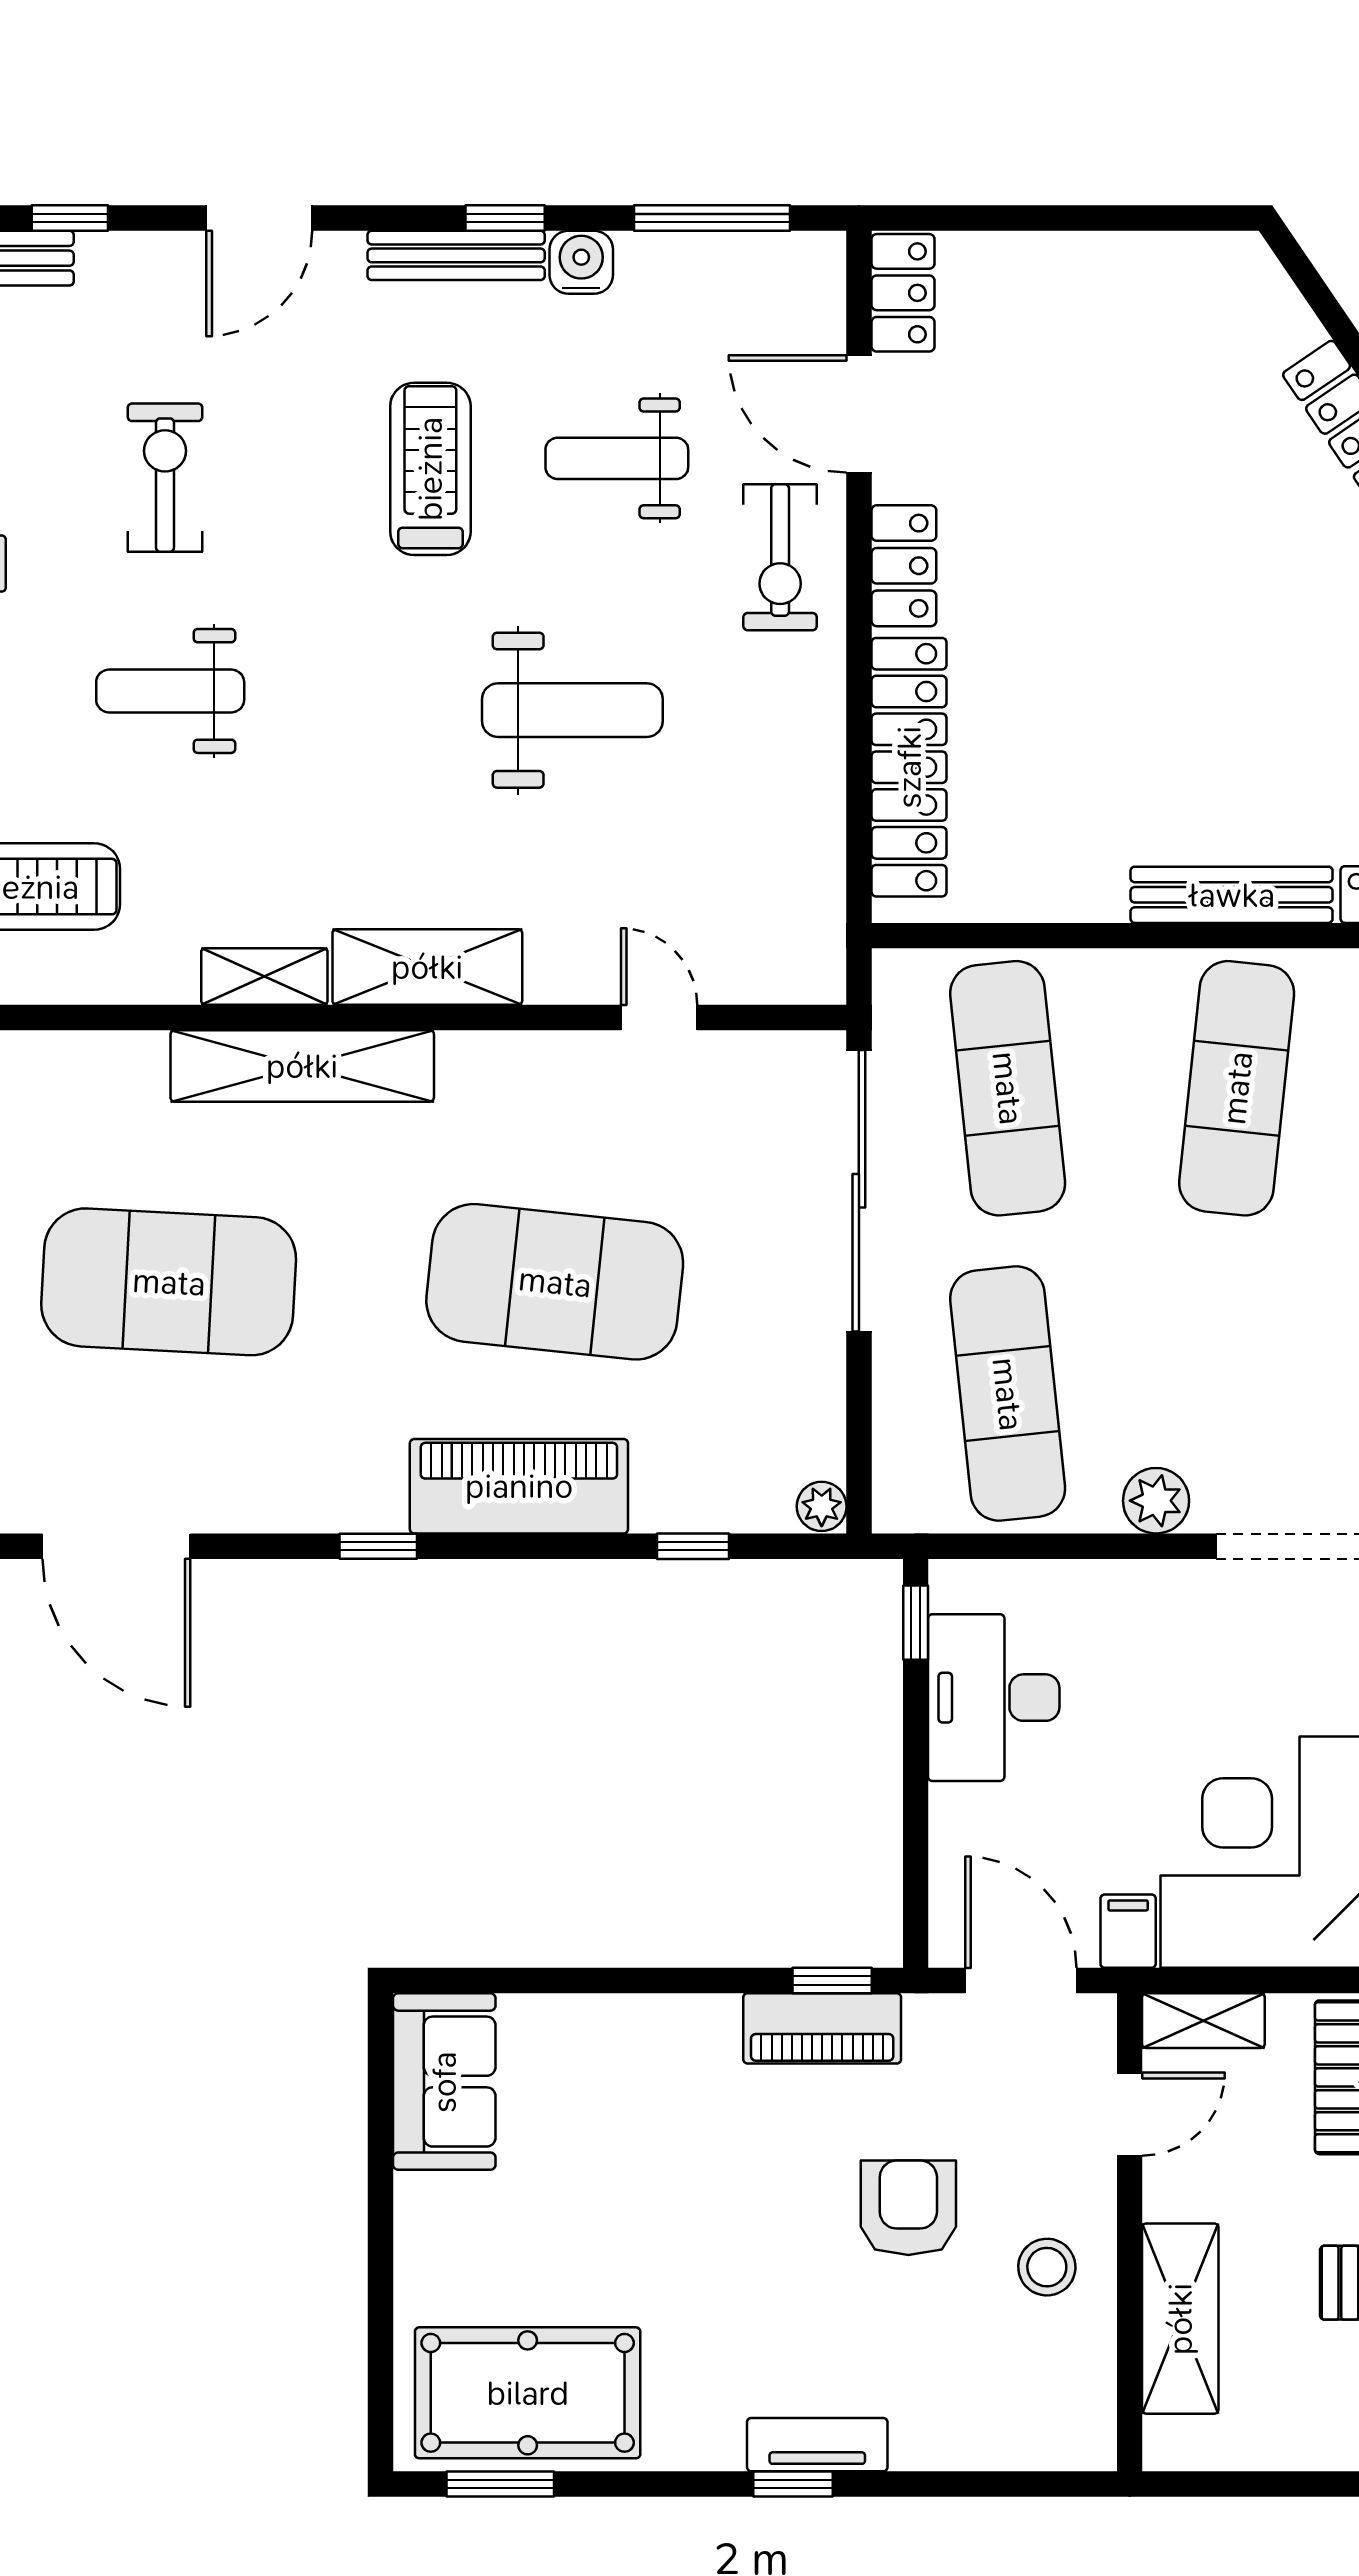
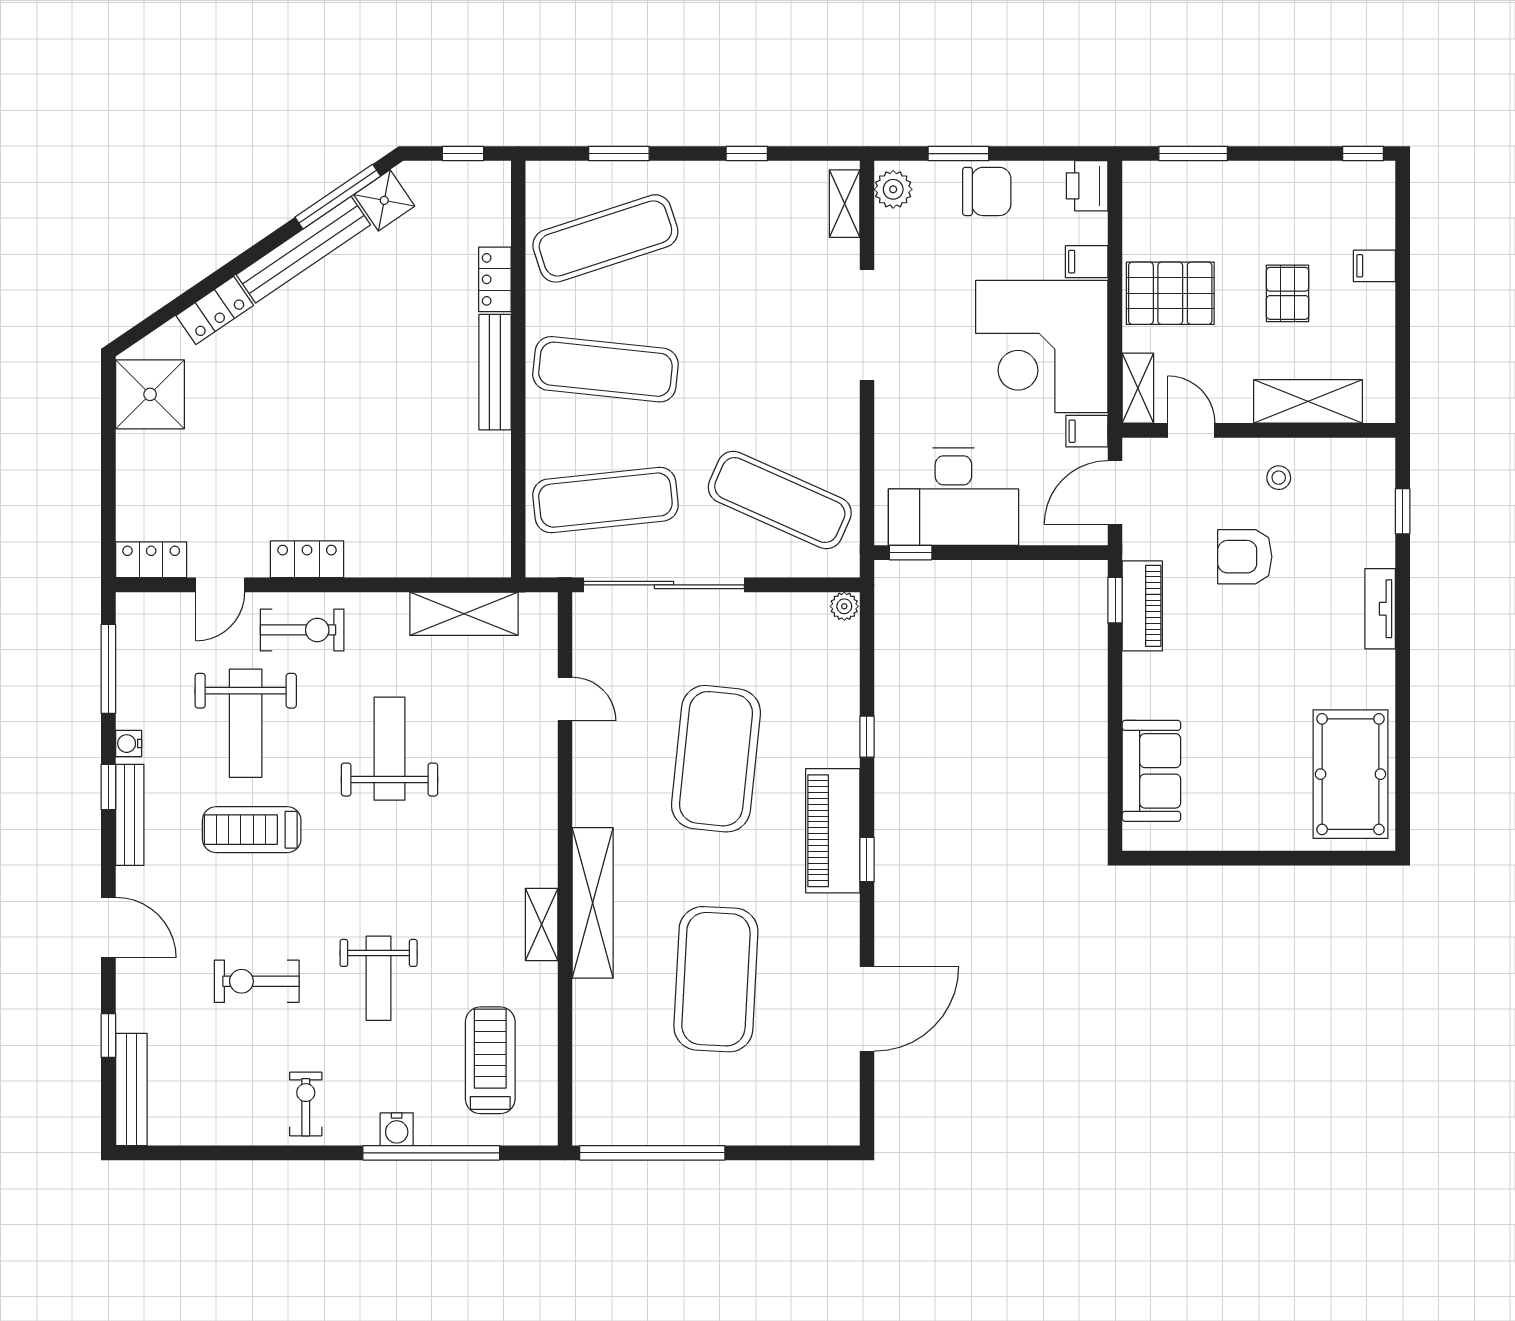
water cooler: (581, 262) -> (129, 744), width x0.72, depth x0.72
shower: (1193, 291) -> (150, 394), added
door: (859, 414) -> (220, 585), width x0.73
weight bench: (617, 458) -> (246, 723), width x1.36, depth x1.33
locker: (909, 767) -> (422, 556), removed
shelving: (427, 967) -> (464, 614), moved, turned 90
door: (659, 1017) -> (565, 699), swing flipped
exercise mat: (1008, 1394) -> (780, 500), turned 30
piano: (519, 1486) -> (833, 831), moved
plant: (1156, 1501) -> (841, 415), removed
window: (693, 1546) -> (867, 737), moved
desk: (994, 1698) -> (953, 497), width x1.36, depth x1.30
sofa: (444, 2082) -> (1151, 771), moved, turned 90
stool: (1047, 2267) -> (1279, 478), width x0.73, depth x0.73
window: (500, 2484) -> (1403, 790), removed
window: (793, 2484) -> (1403, 511), moved

